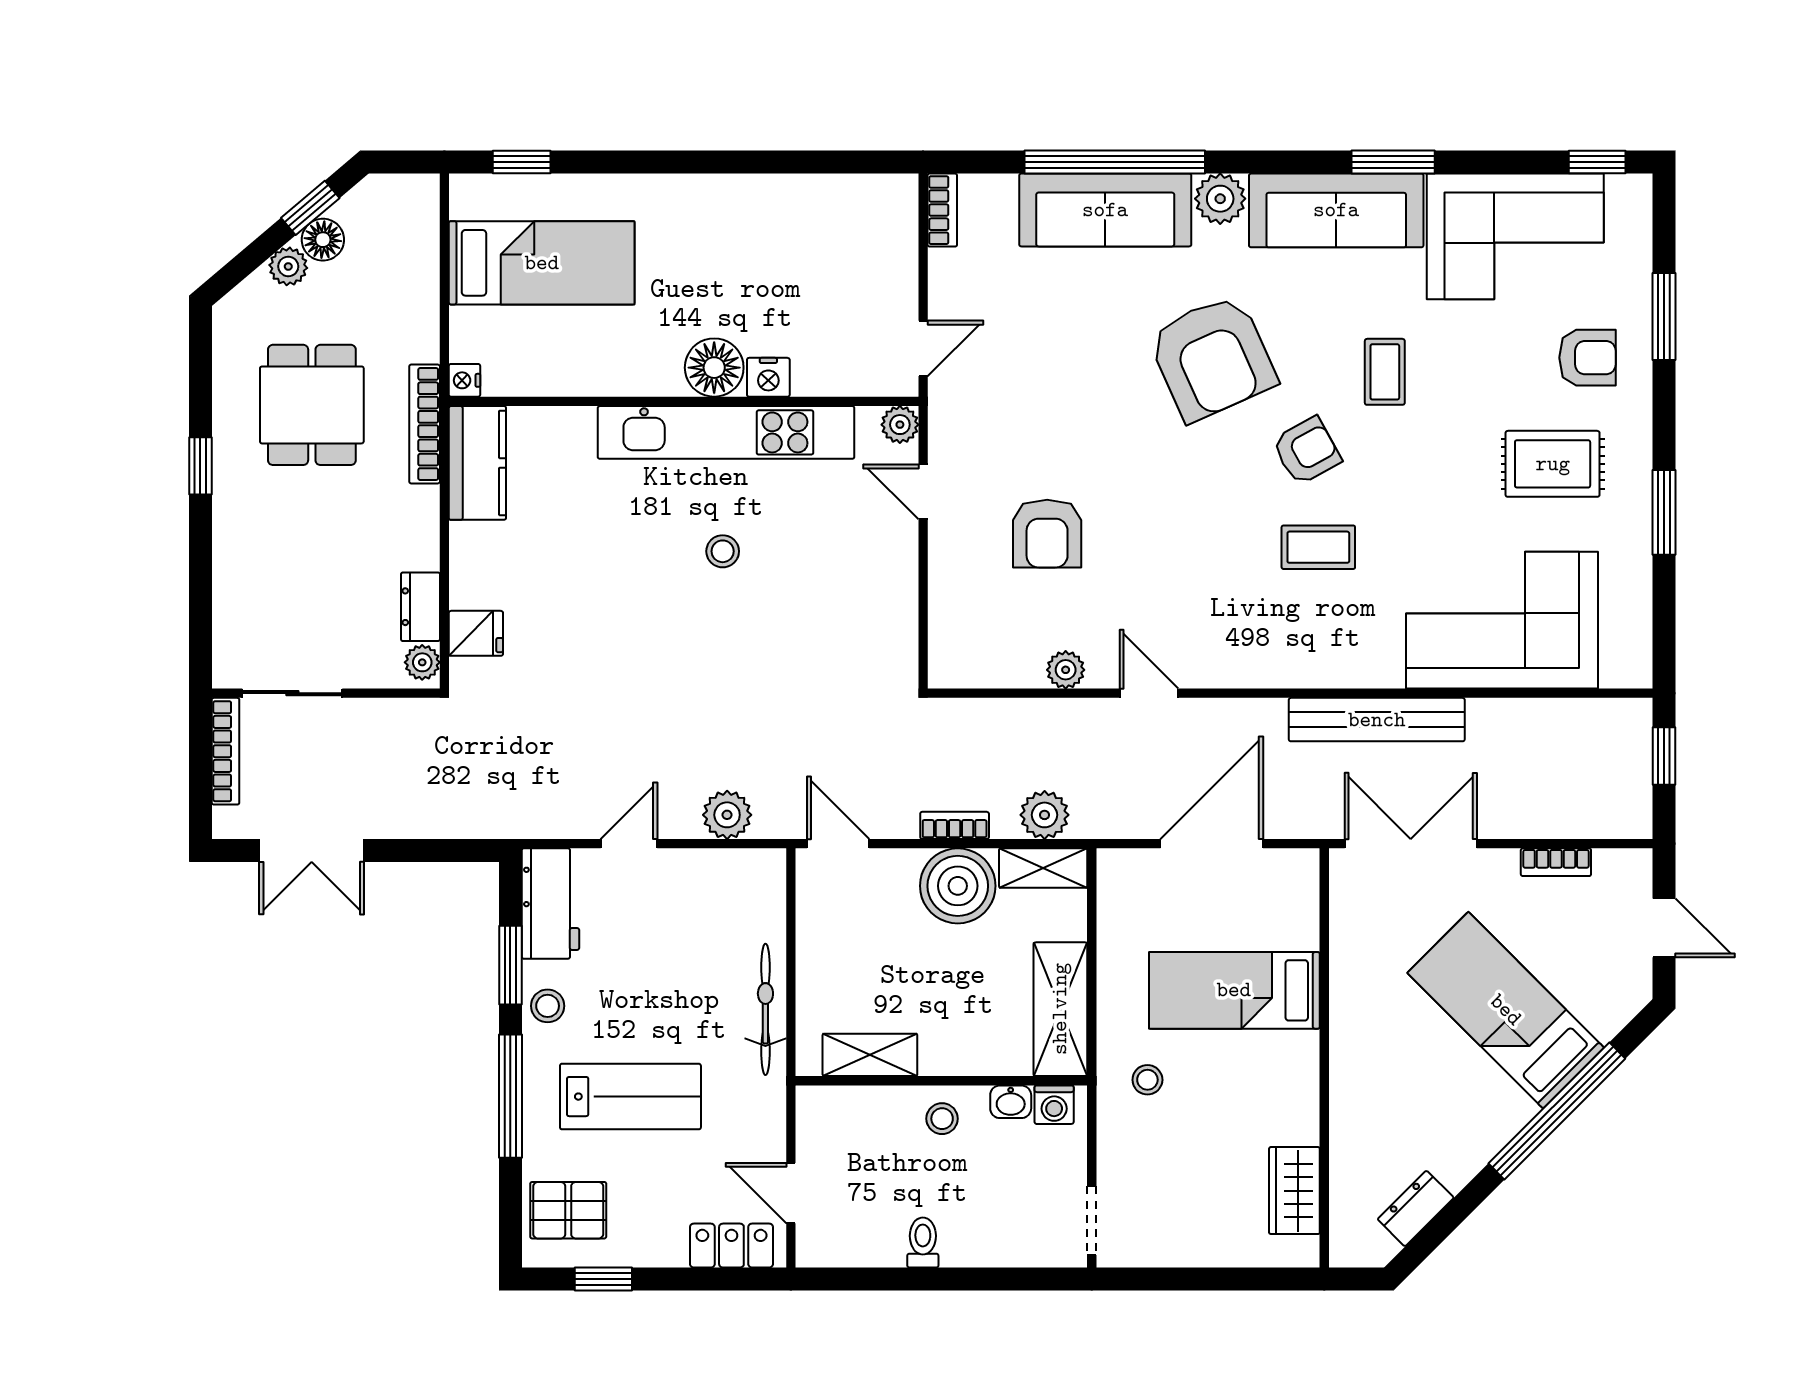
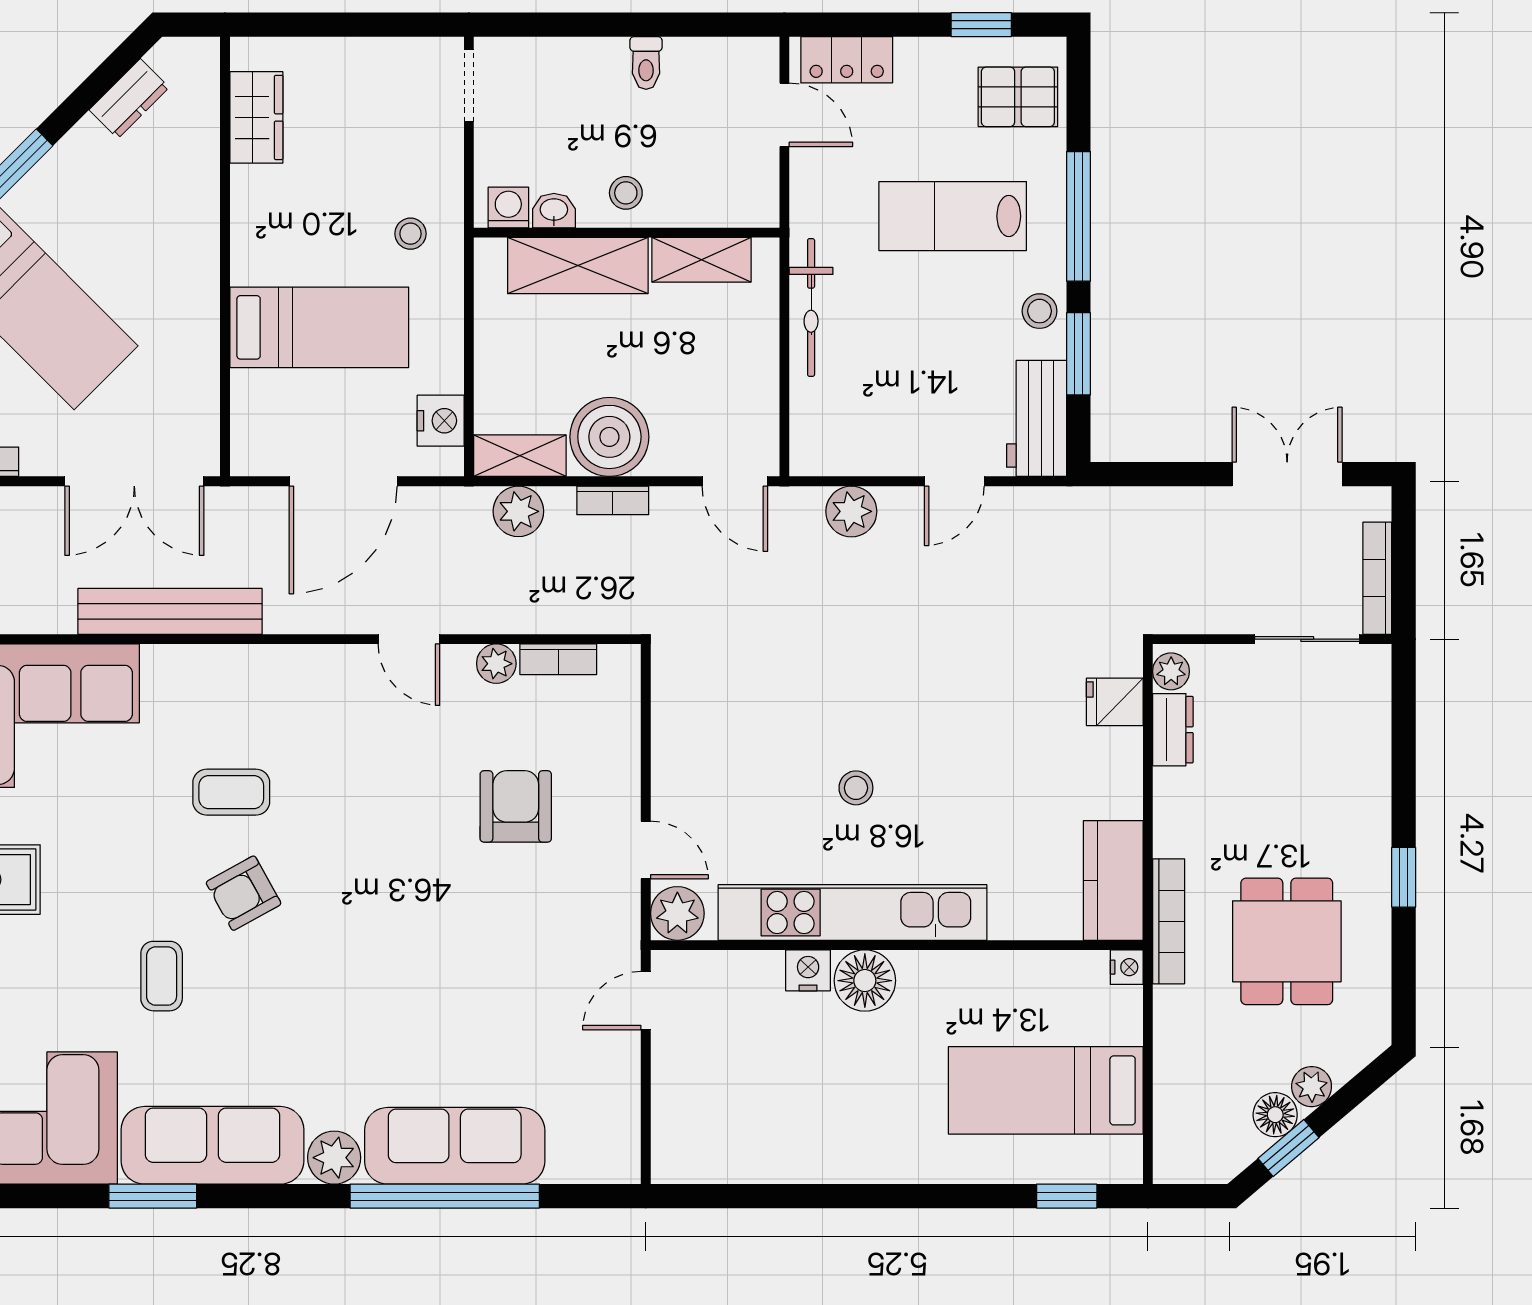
bookcase: (942, 210) -> (558, 659), moved, turned -90
armchair: (1212, 358) -> (343, 991), removed
plant: (900, 425) -> (677, 913), width x1.38, depth x1.38
nightstand: (1119, 901) -> (441, 421), added
shelving: (1060, 1009) -> (578, 265), moved, turned 90

